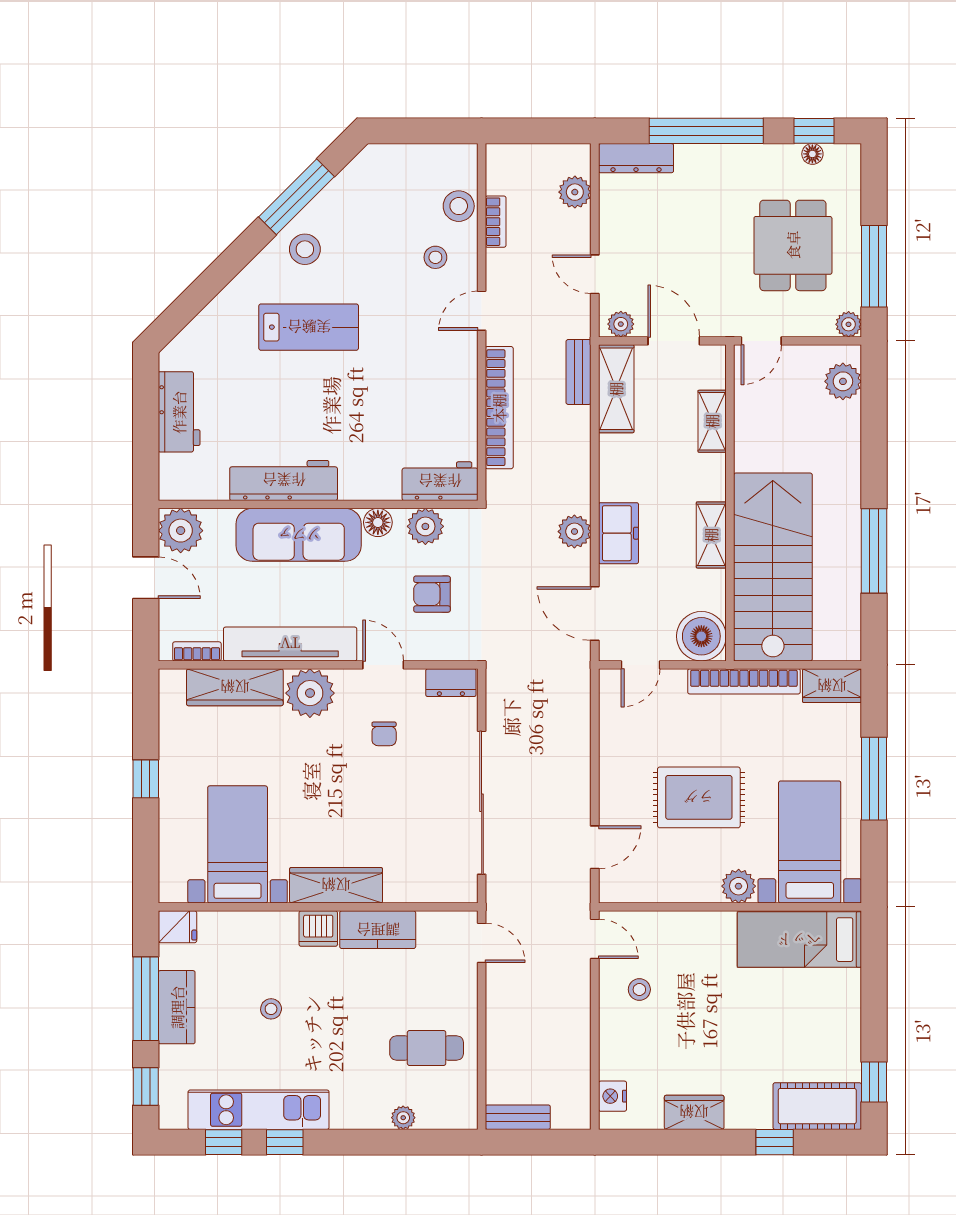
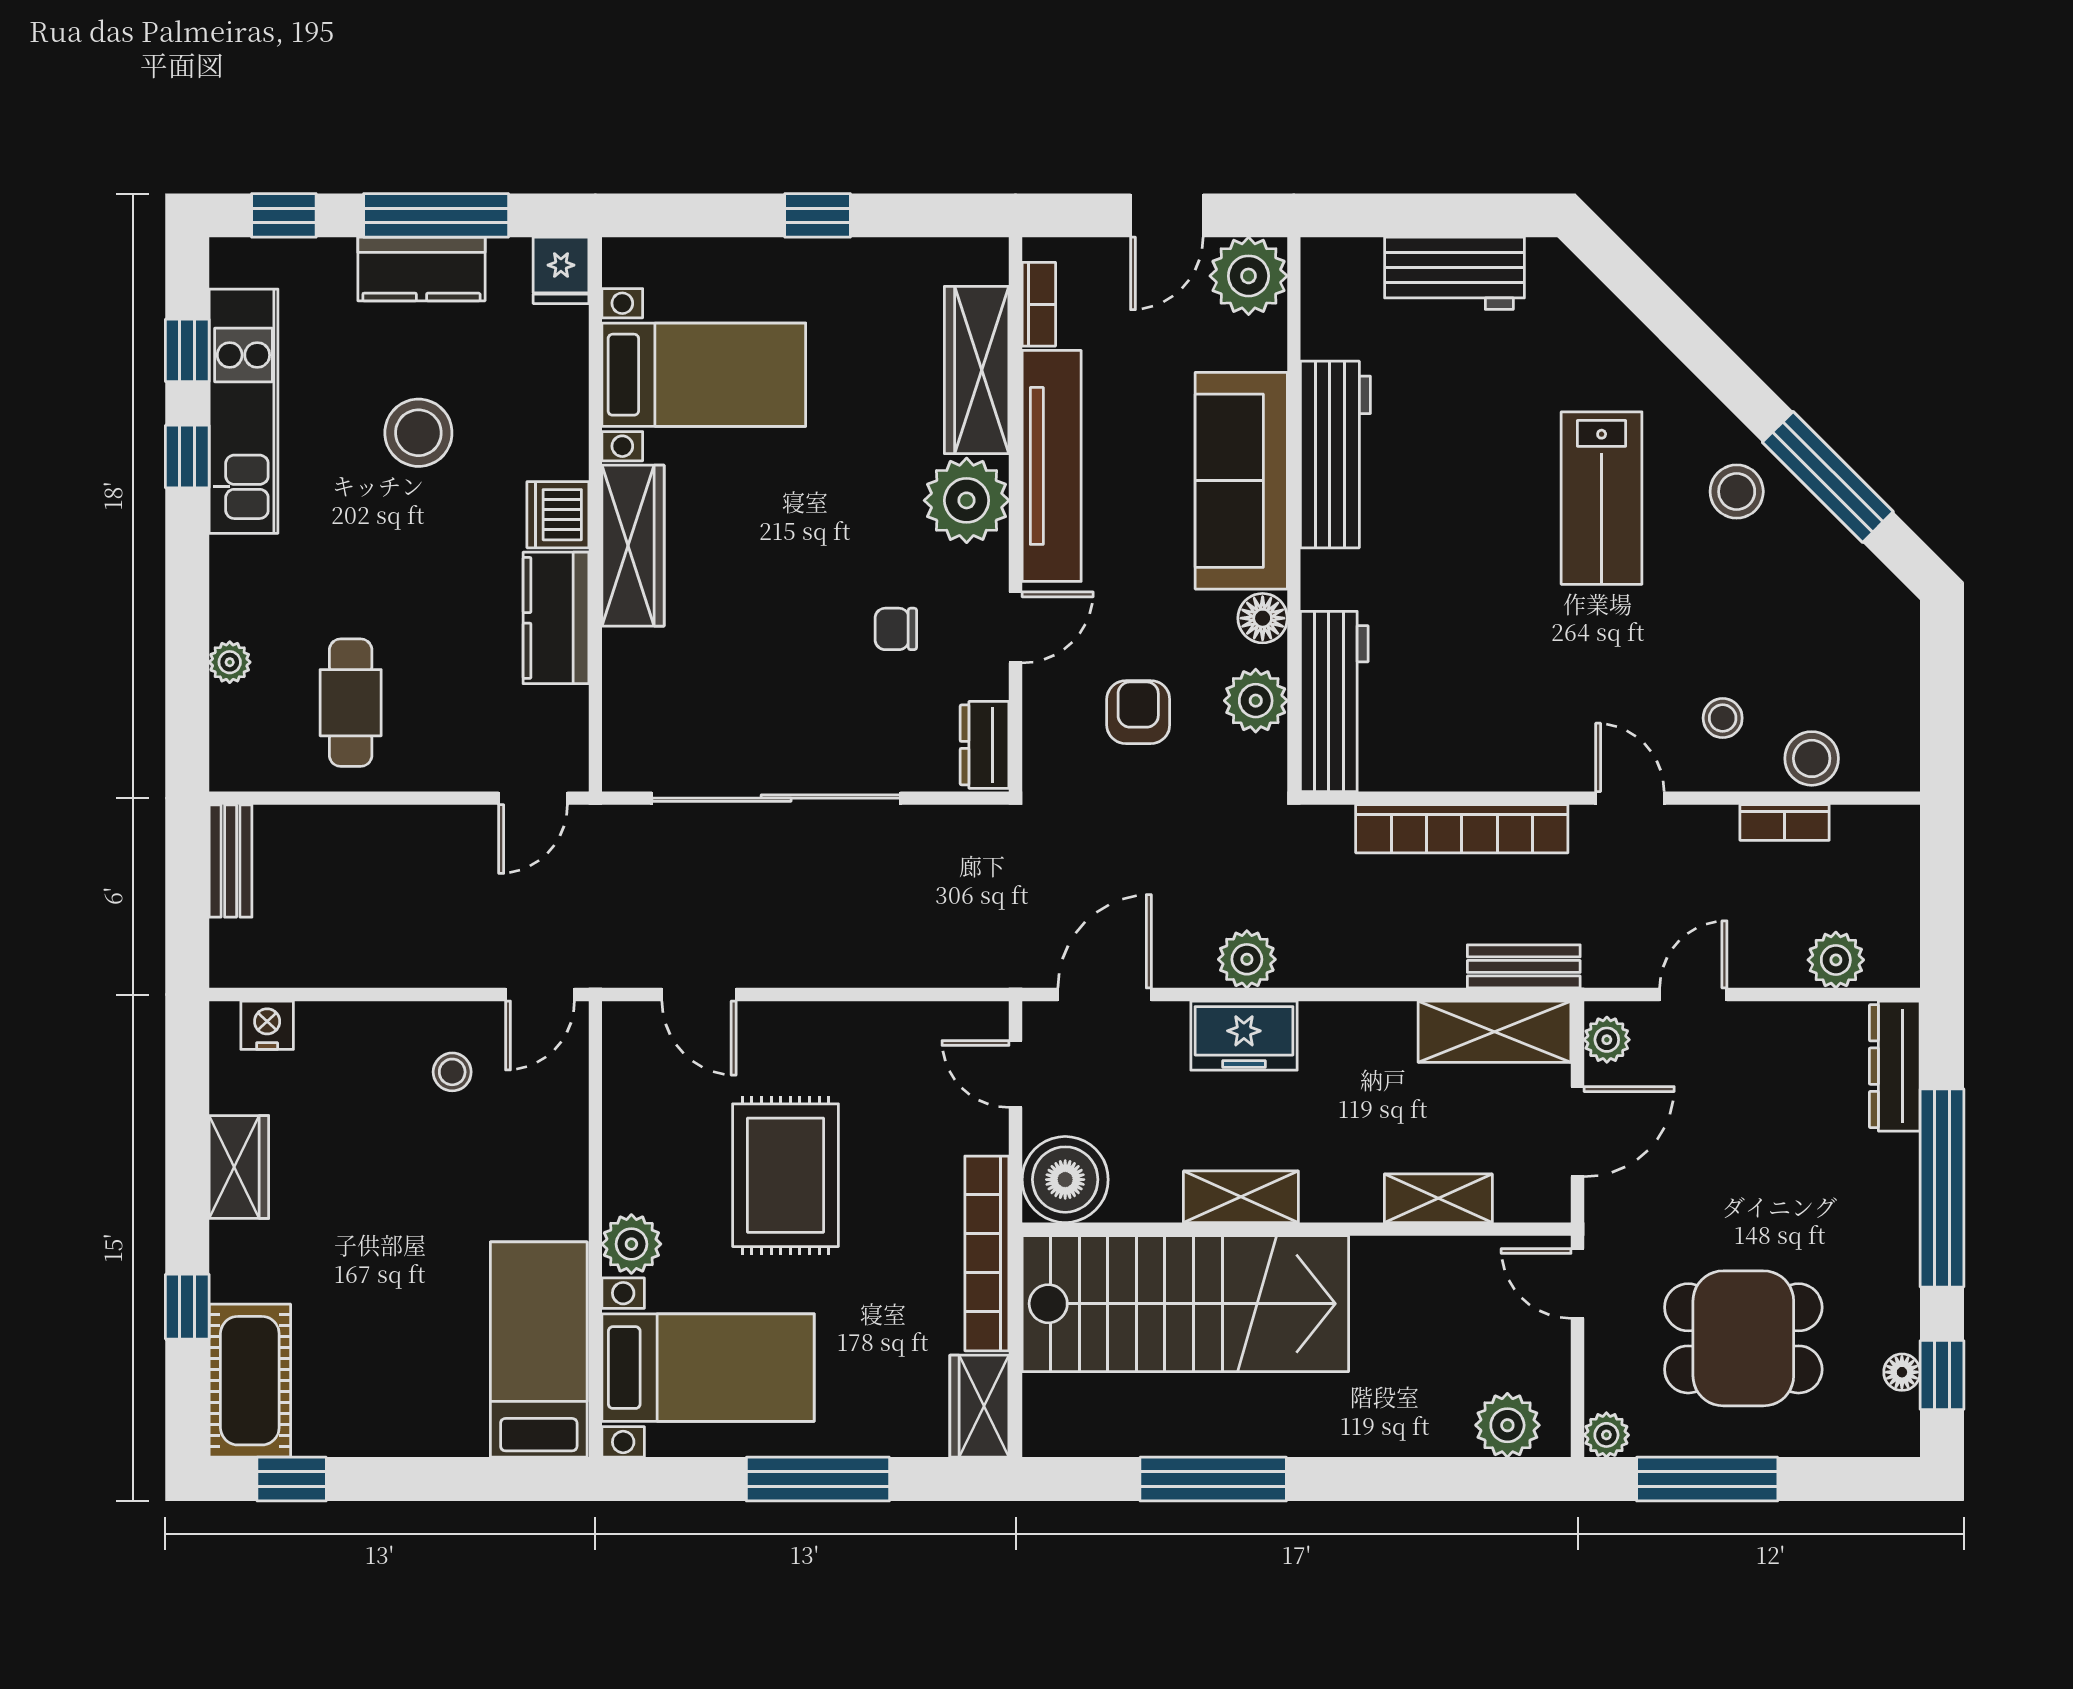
workbench: (440, 481) -> (1334, 701), width x1.38
stool: (271, 1009) -> (418, 433), width x1.89, depth x1.89

